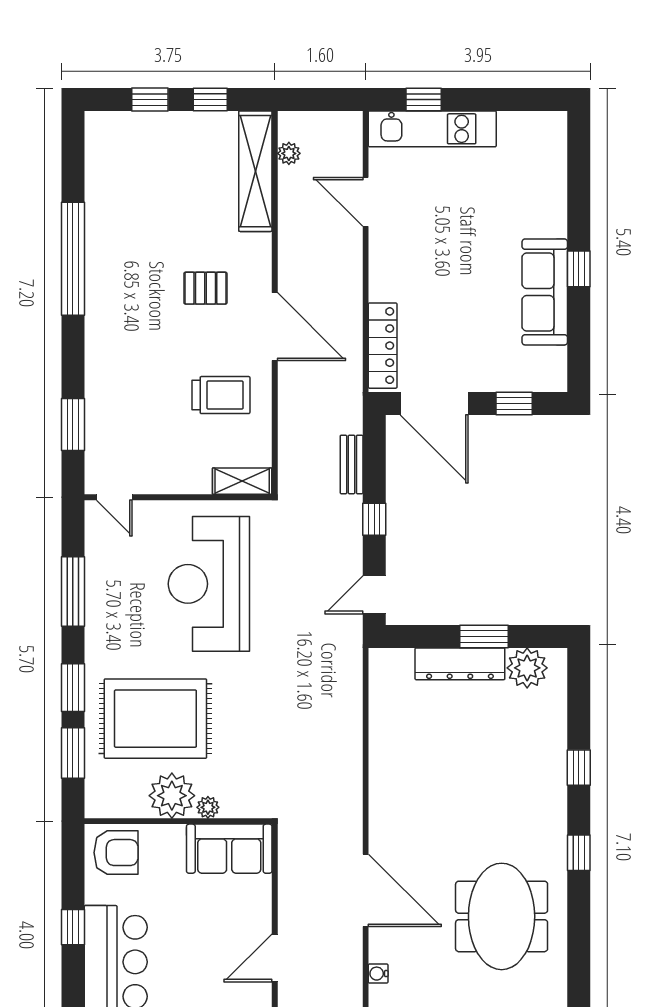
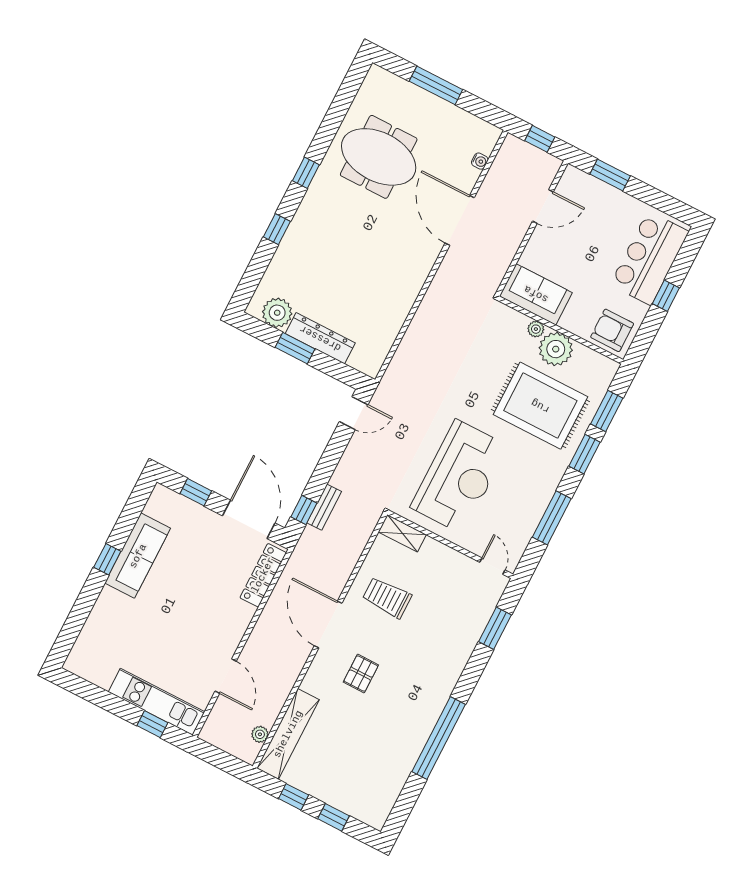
pallet: (205, 288) -> (361, 674), turned 90
window: (374, 519) -> (304, 510), moved
meeting table: (502, 916) -> (379, 157), turned 90

